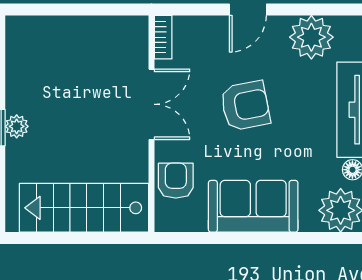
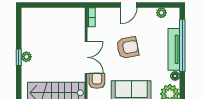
plant: (311, 37) -> (161, 13), width x0.53, depth x0.53
double door: (152, 104) -> (86, 57), moved

